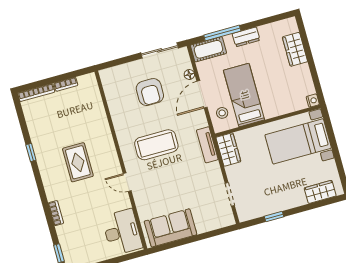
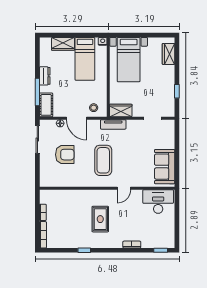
bed: (244, 95) -> (85, 59), moved, turned -90
rug: (78, 162) -> (100, 219), turned 90

